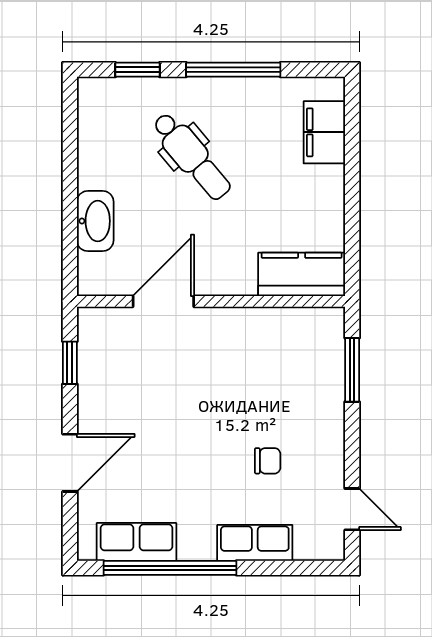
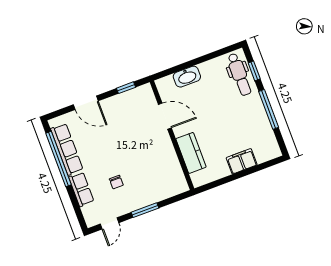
filing cabinet: (324, 132) -> (242, 161), moved
dental chair: (192, 156) -> (239, 74), moved, turned -50
kitchen counter: (302, 274) -> (191, 153), moved
window: (352, 370) -> (145, 210), moved
row of seats: (136, 542) -> (67, 149), width x1.48

